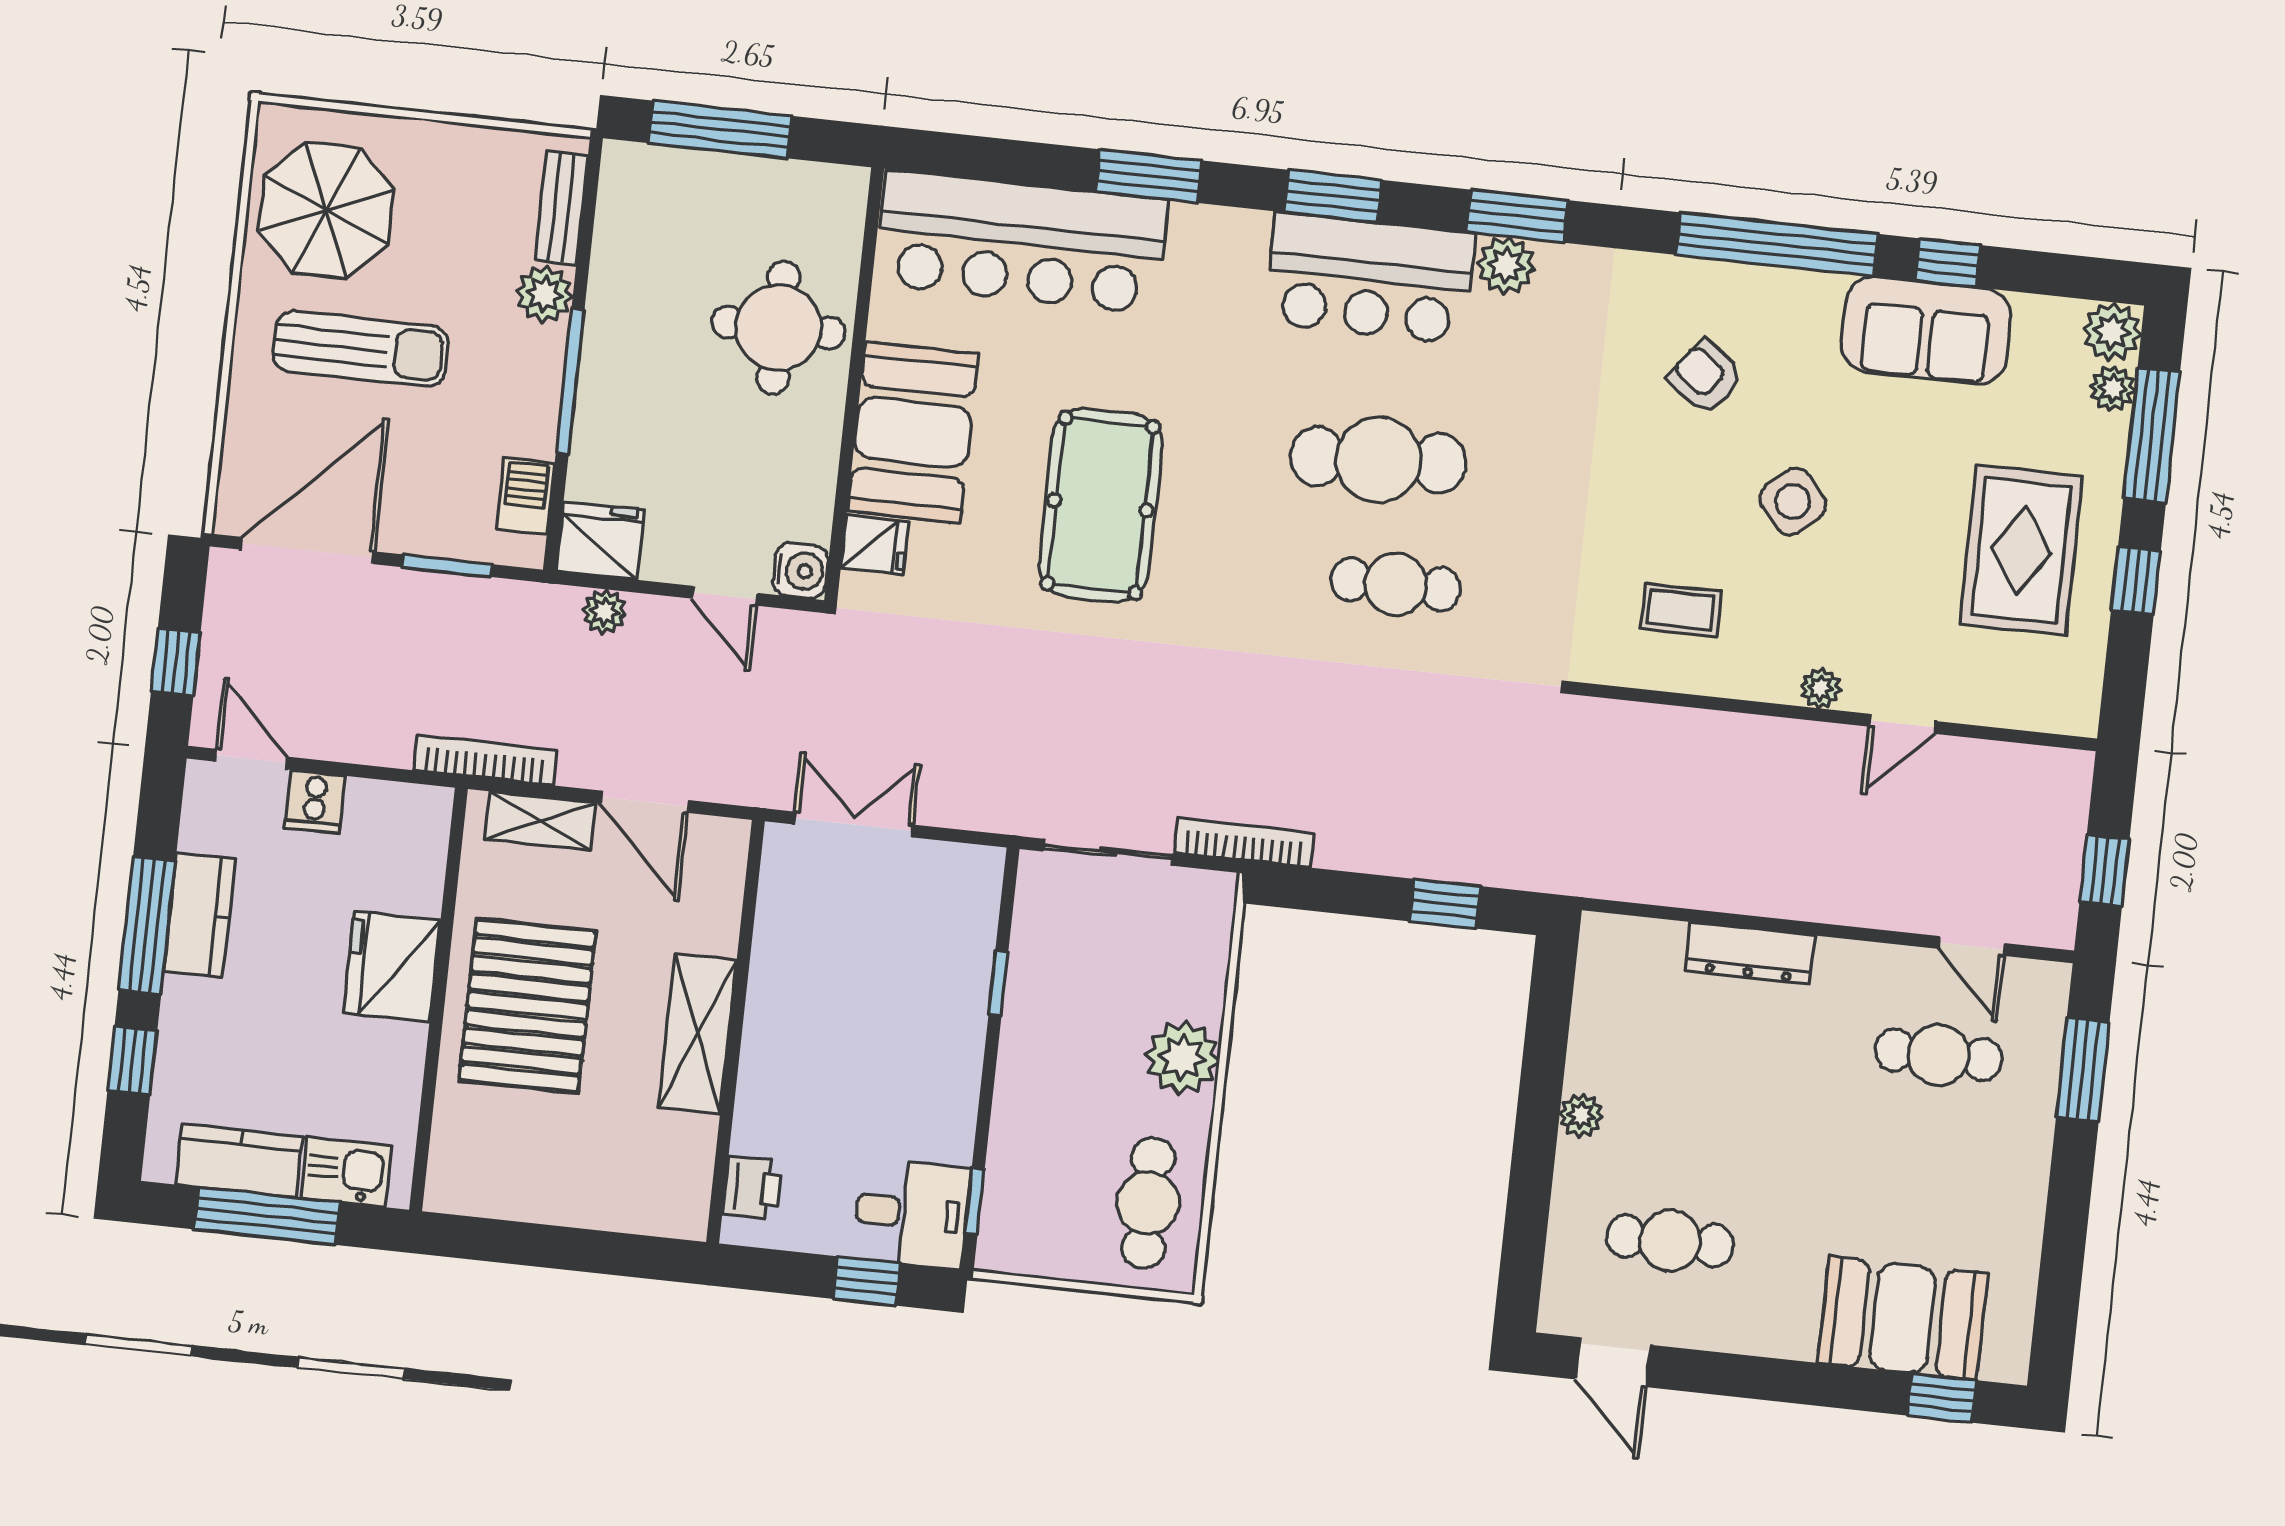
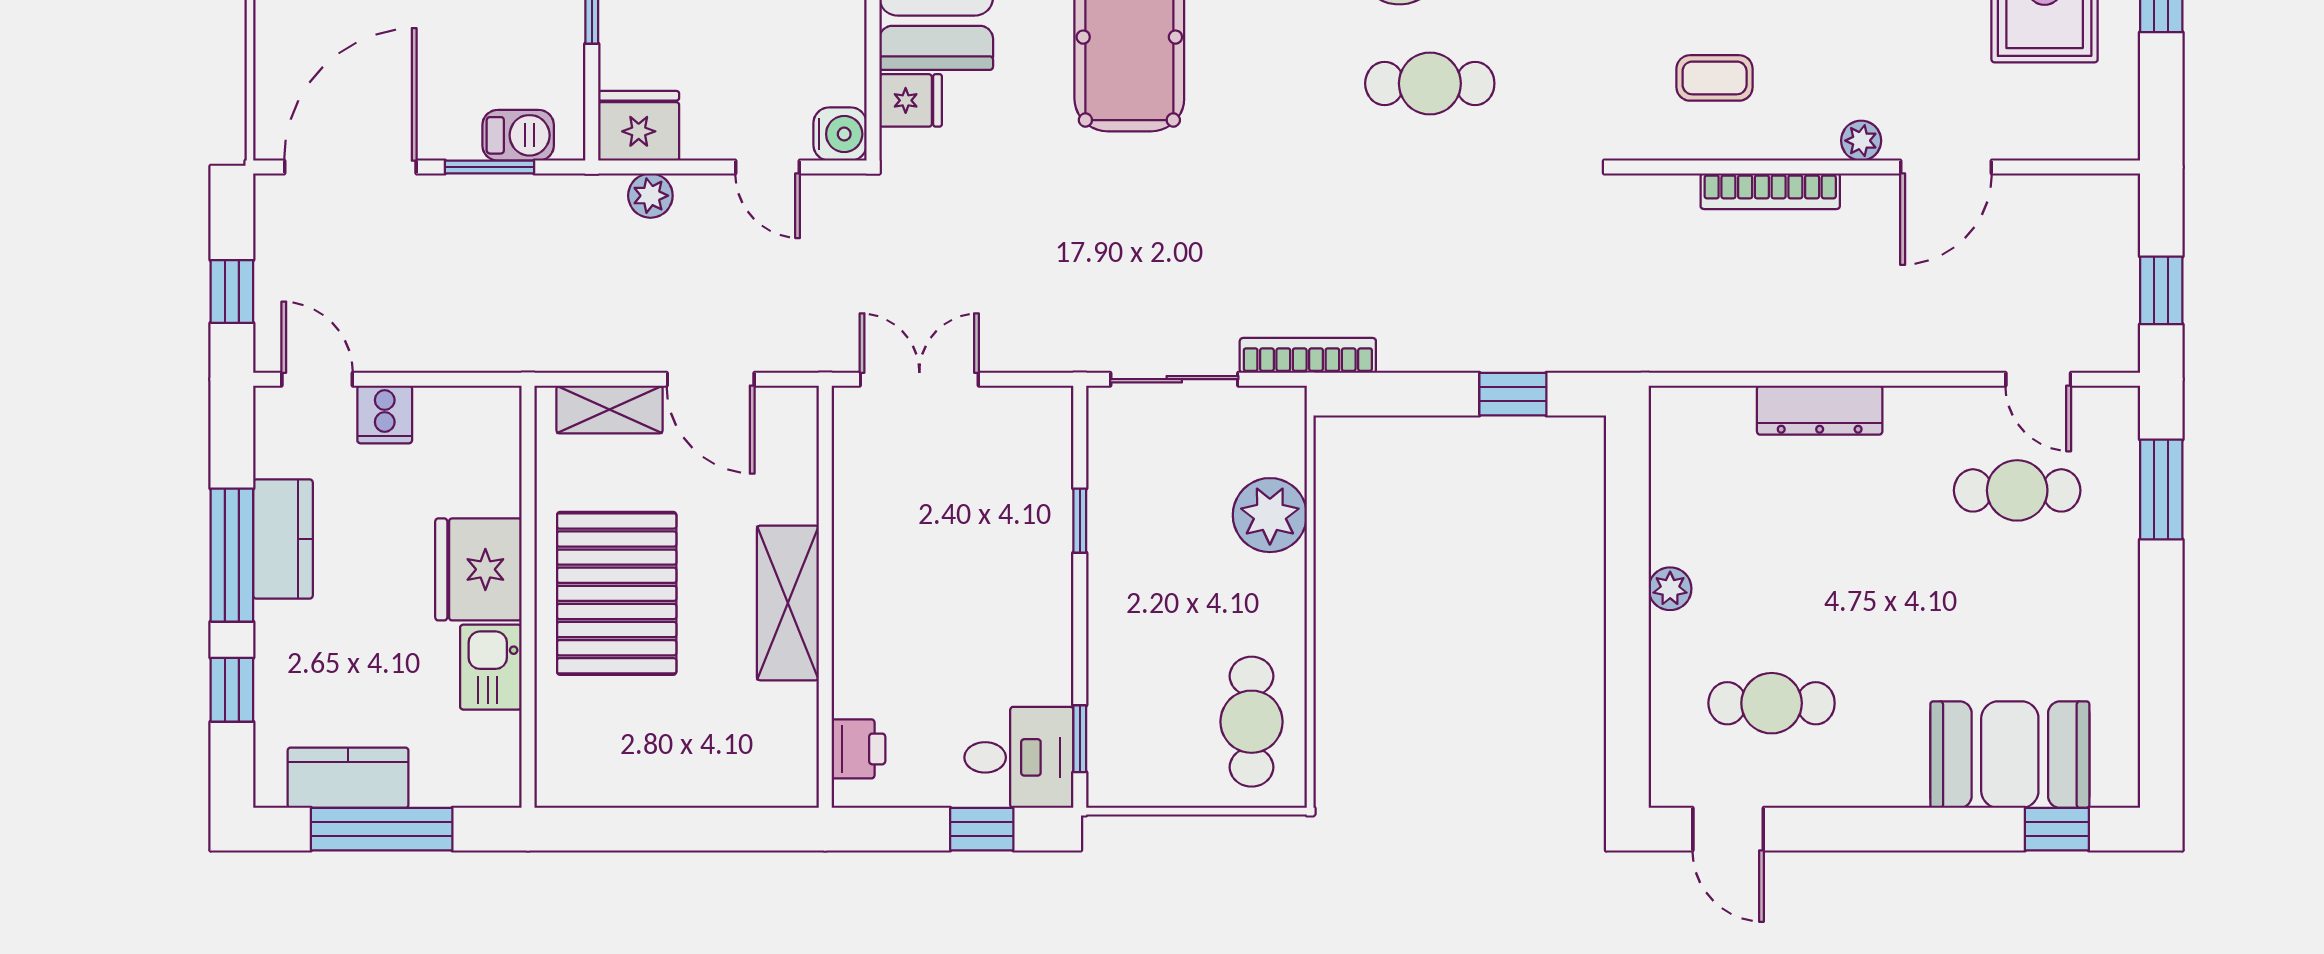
barbecue: (525, 496) -> (518, 135), moved, turned 90
door: (1903, 724) -> (1946, 167), width x1.38
bookcase: (485, 760) -> (1770, 191), moved, turned 180
plant: (1182, 1058) -> (1270, 515), moved
kitchen sink: (346, 1172) -> (491, 667), moved, turned -90

